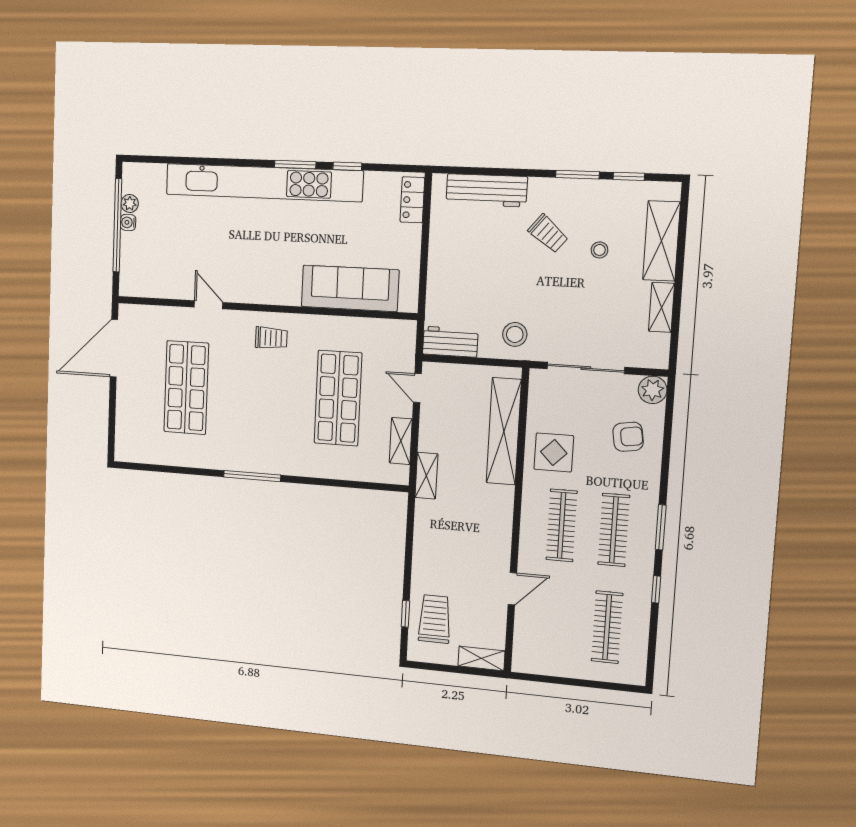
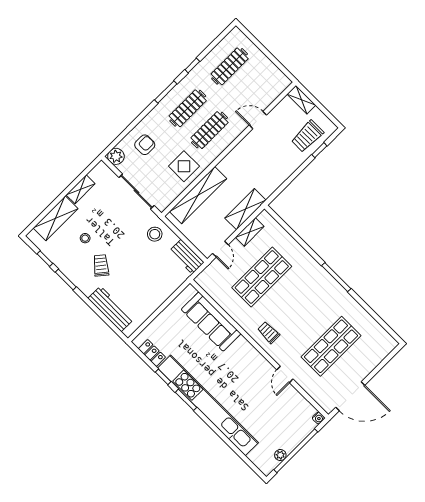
locker: (412, 200) -> (152, 353), moved, turned -90
water cooler: (128, 222) -> (318, 418), moved
armchair: (628, 437) -> (145, 145), turned 99
shelving: (426, 476) -> (245, 209), width x1.50, depth x1.33

